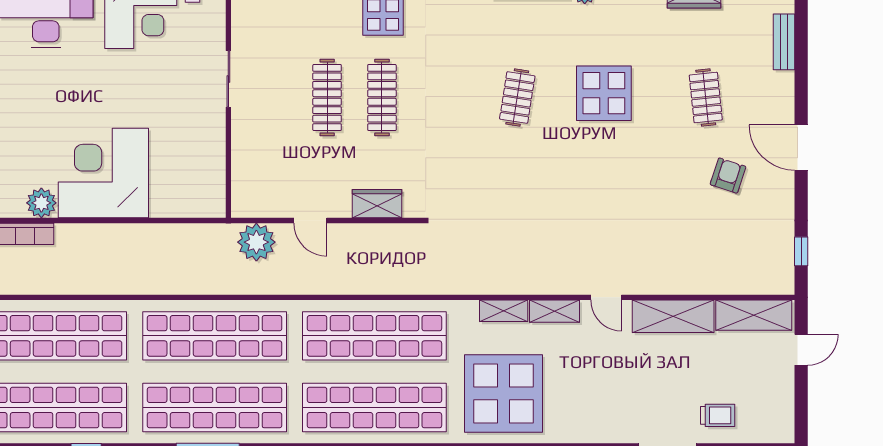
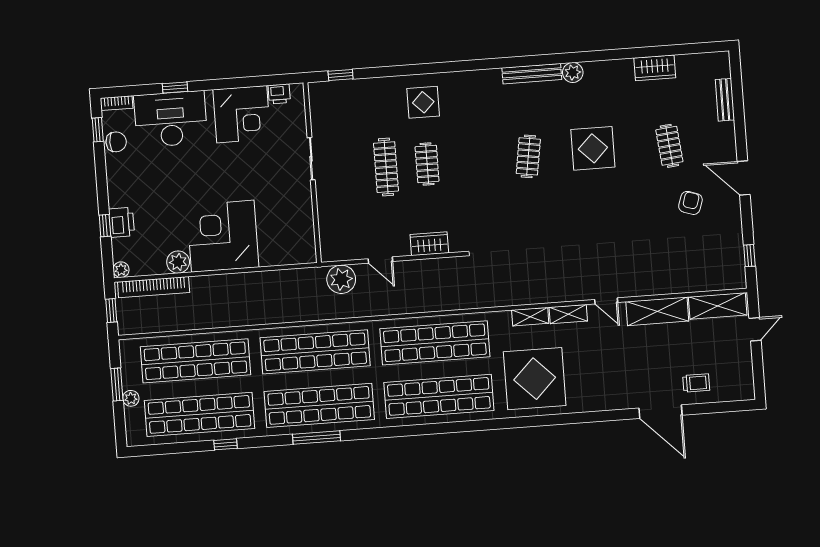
clothes rail: (382, 98) -> (427, 164), width x0.73

